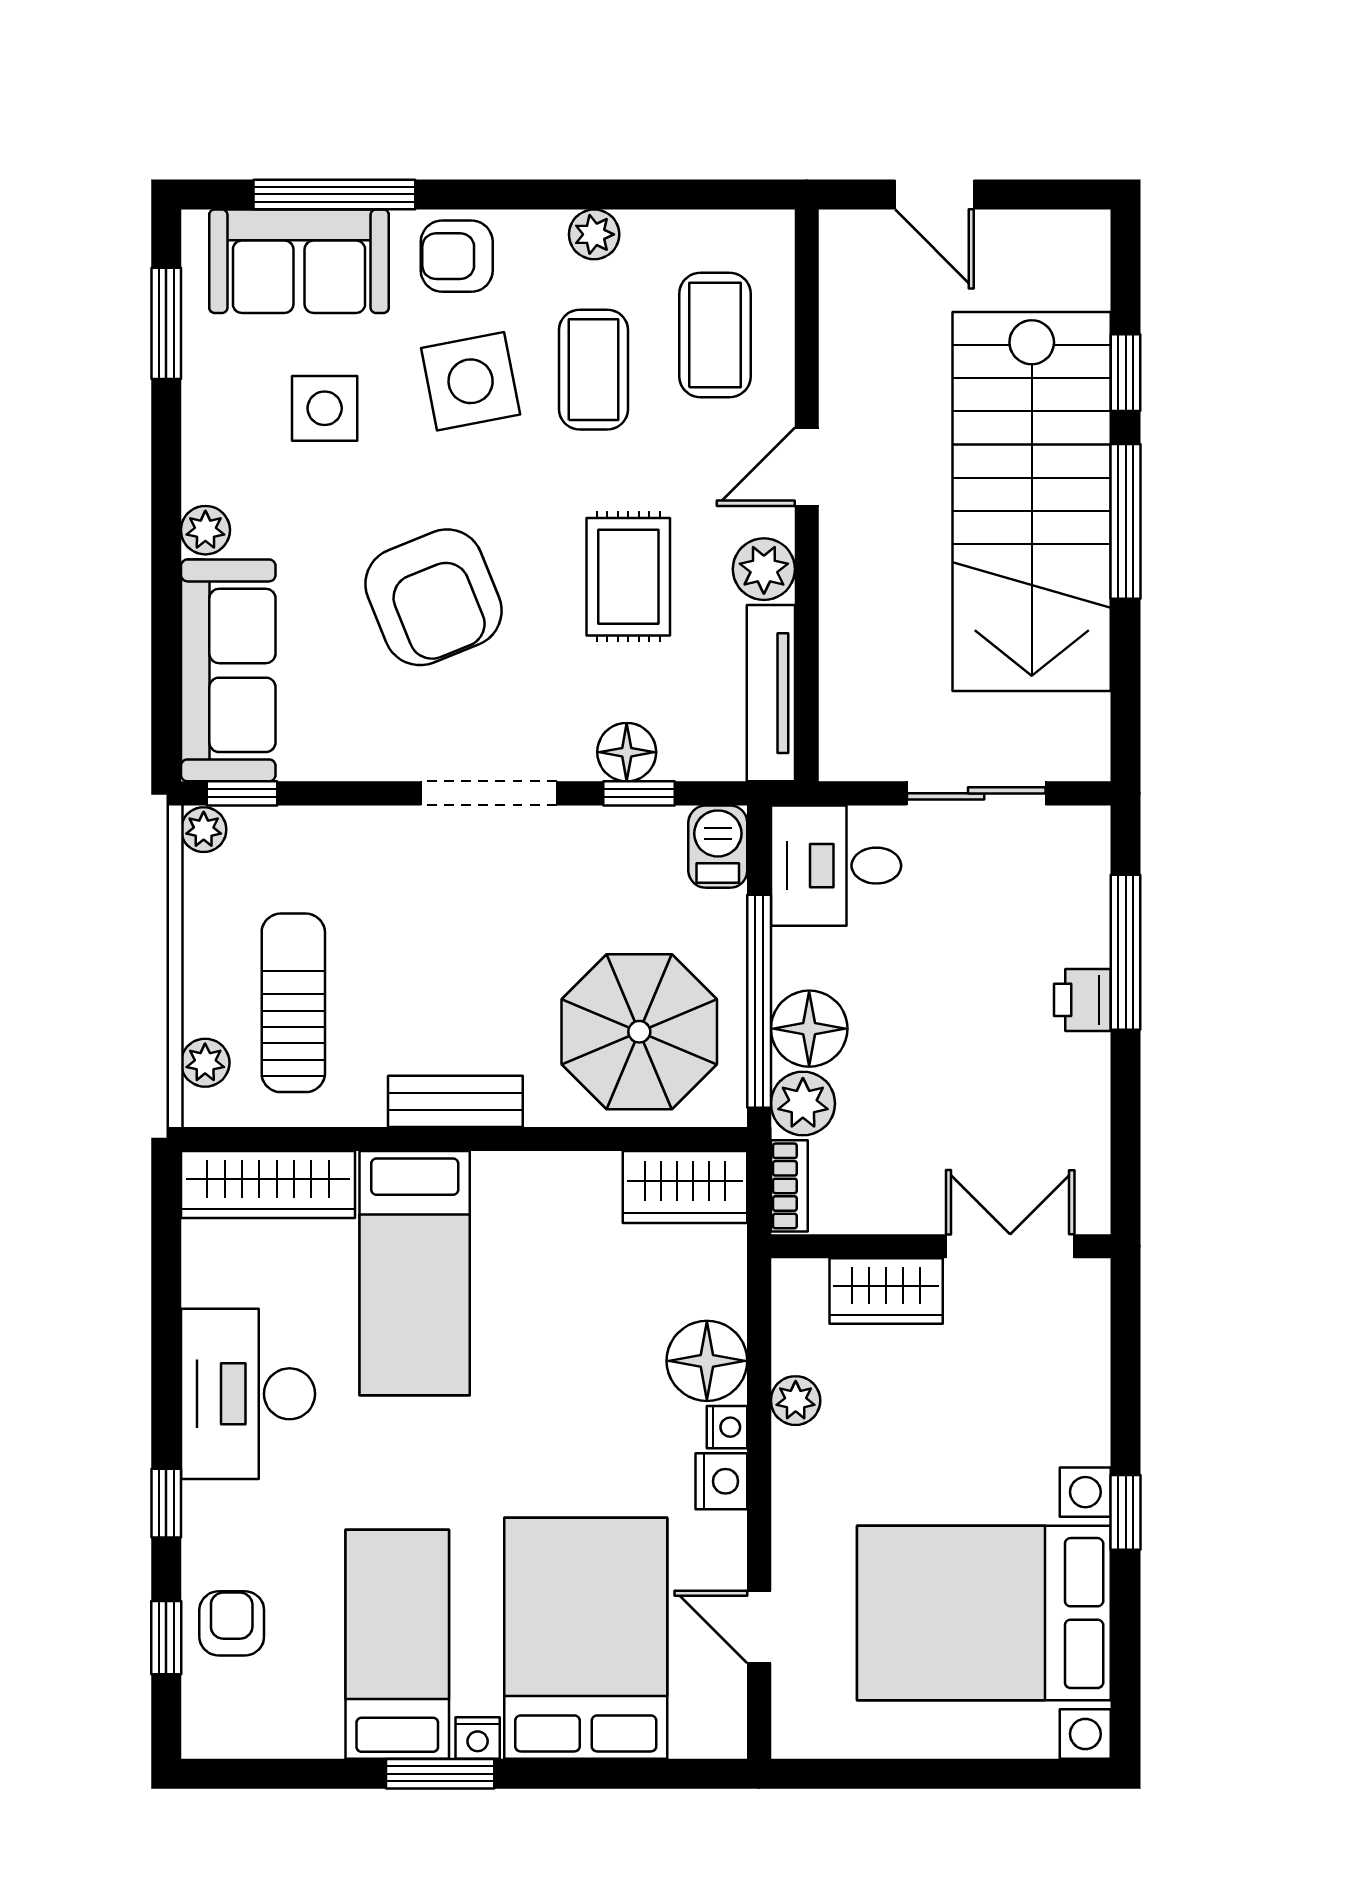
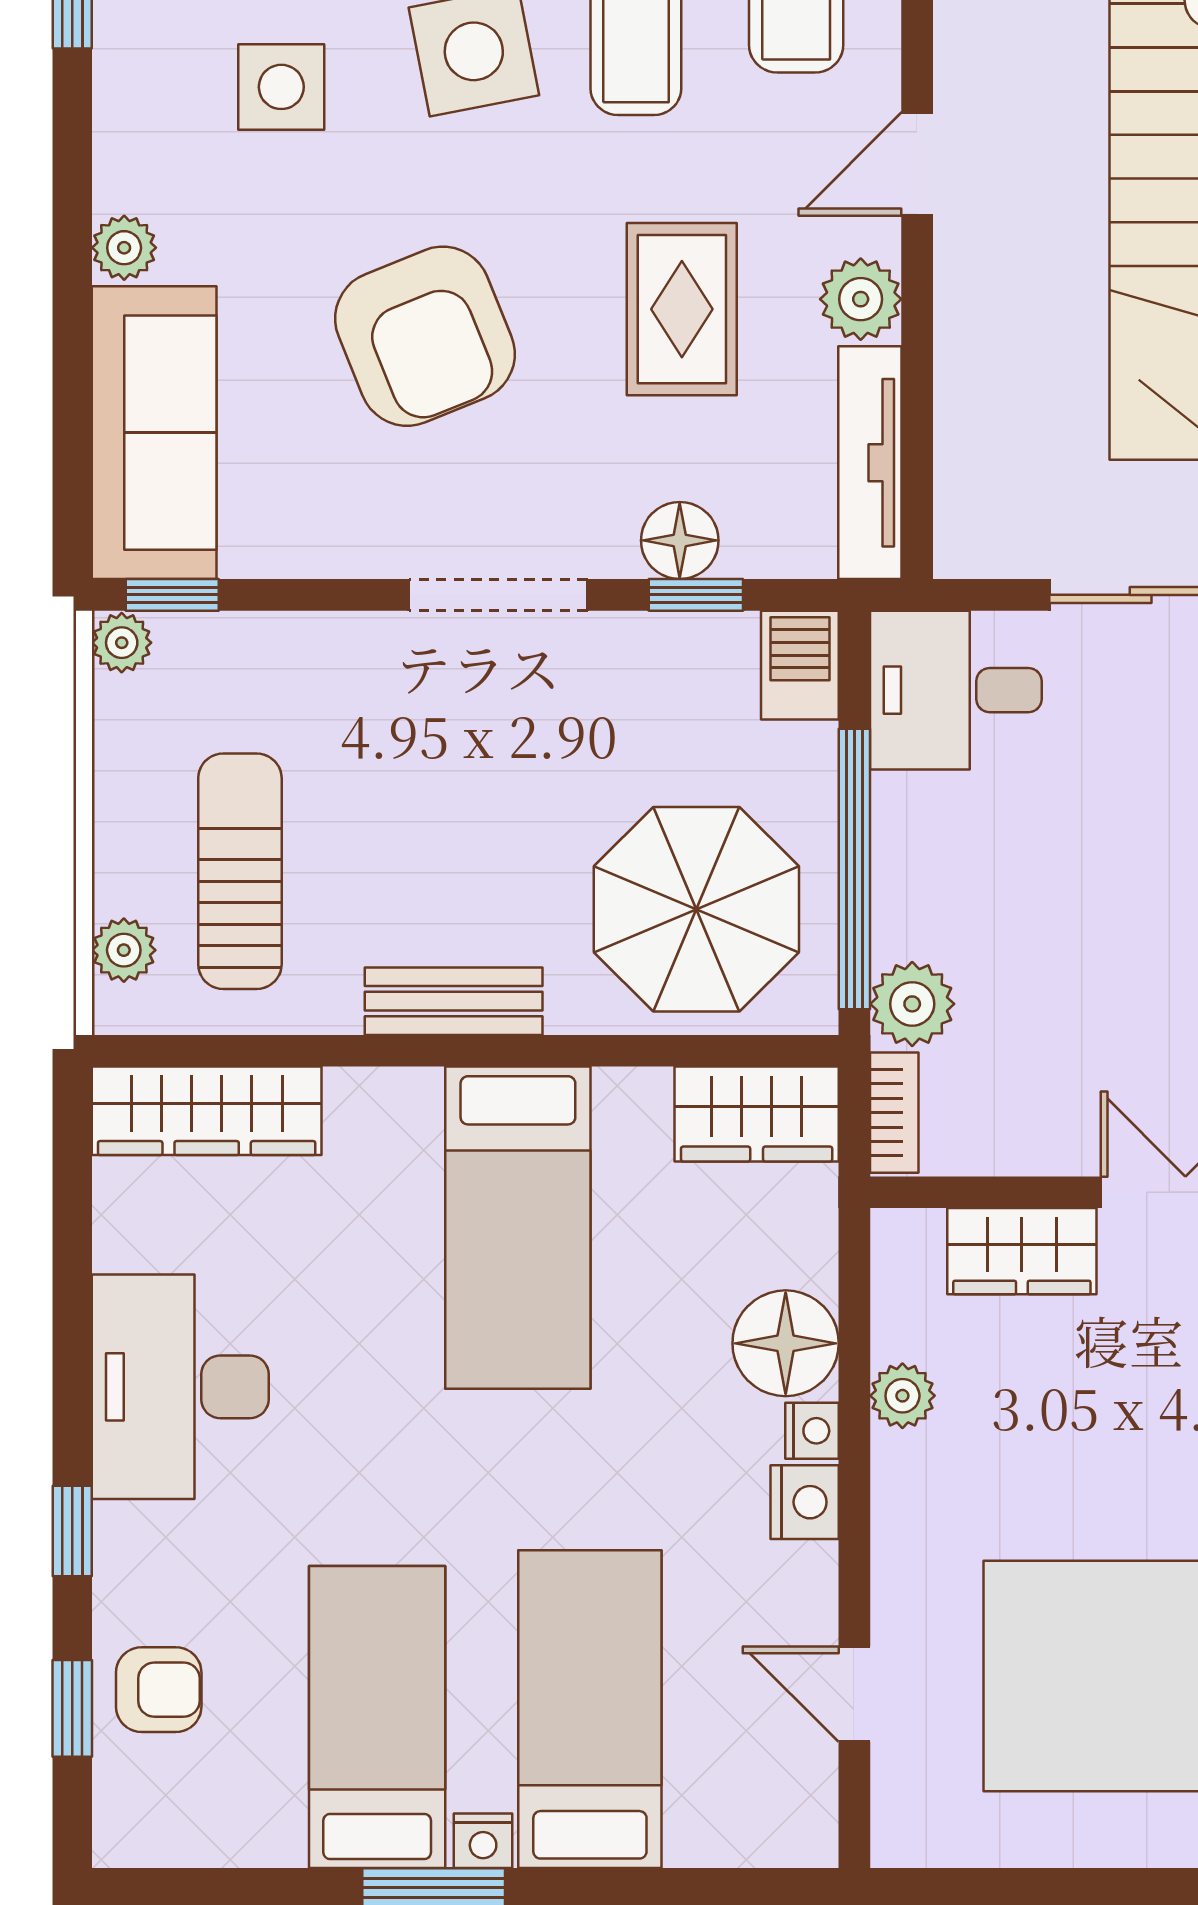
floor lamp: (809, 1029) -> (920, 905), removed
bed: (415, 1273) -> (518, 1228), moved
armchair: (232, 1623) -> (159, 1690), turned 90
bed: (586, 1638) -> (590, 1709), width x0.67

